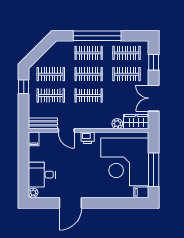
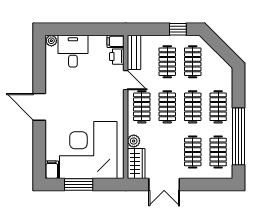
window: (97, 36) -> (238, 136), moved
window: (154, 62) -> (207, 184), removed
double door: (154, 98) -> (164, 184), swing flipped
clothes rail: (89, 117) -> (142, 107), added
door: (66, 130) -> (126, 80), swing flipped
printer: (88, 138) -> (117, 57), moved
window: (154, 170) -> (79, 184), width x0.69
door: (70, 203) -> (39, 107), moved

